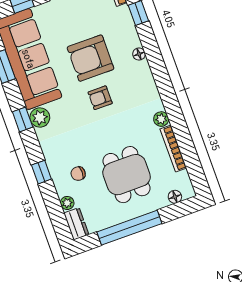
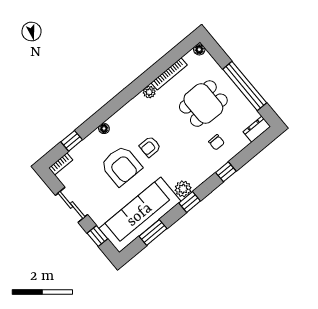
armchair: (100, 98) -> (150, 147), turned 90
floor lamp: (175, 197) -> (199, 50), moved
plant: (67, 203) -> (243, 142), removed

